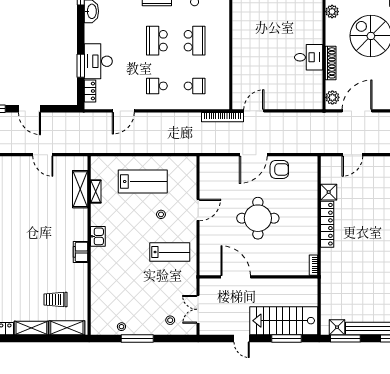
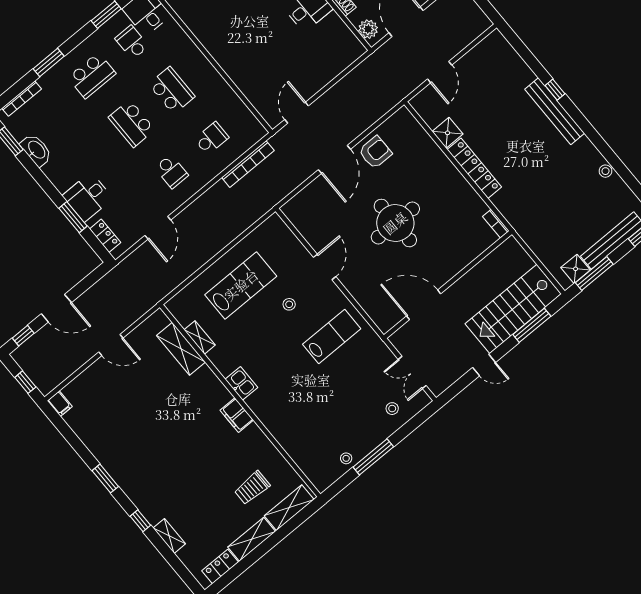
desk: (98, 61) -> (88, 197), width x0.73
school desk: (157, 86) -> (172, 172), turned -90
bookcase: (223, 117) -> (248, 164), moved

